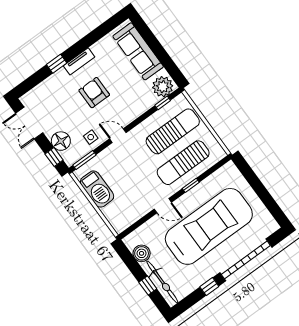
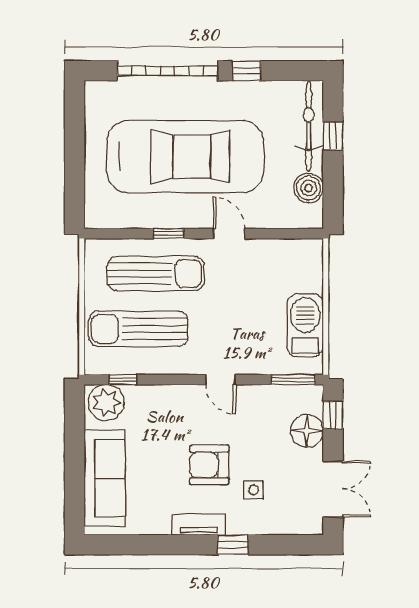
armchair: (94, 93) -> (209, 465), turned 90
side table: (91, 137) -> (253, 490), moved
car: (209, 226) -> (185, 157), turned 180

